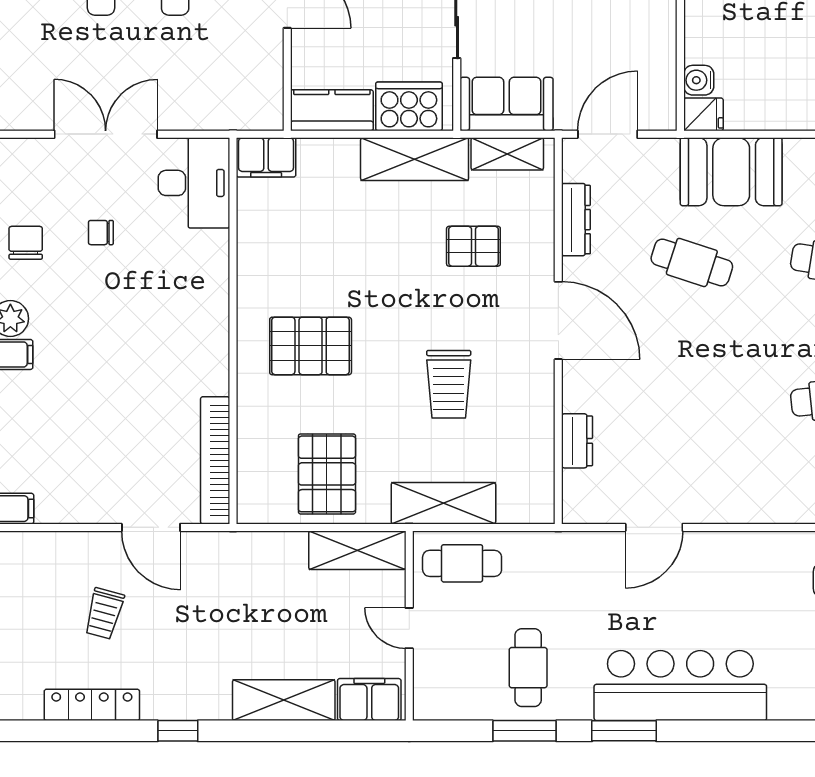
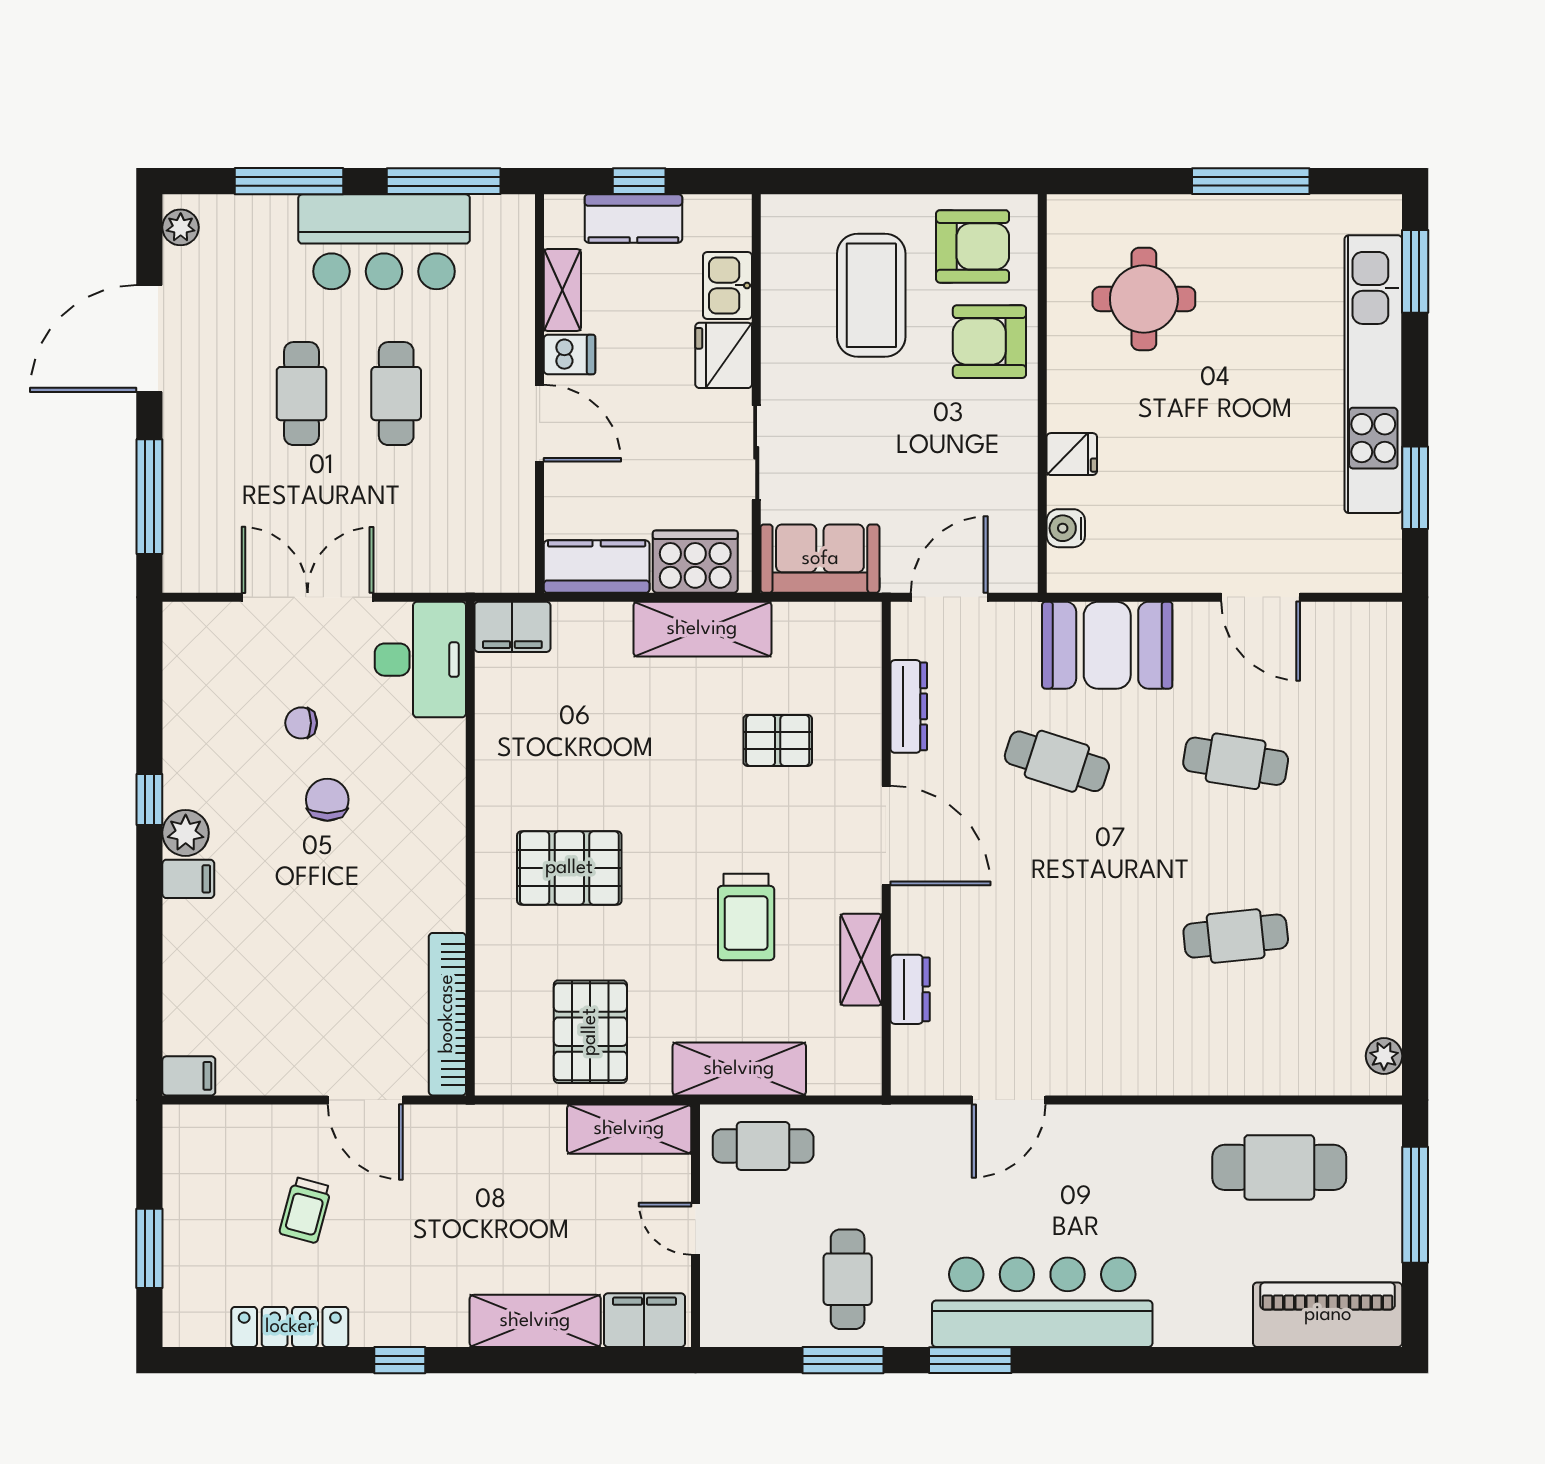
fridge: (703, 114) -> (1072, 454), moved
shelving: (507, 154) -> (861, 960), moved, turned 90
chair: (26, 243) -> (327, 800), moved

